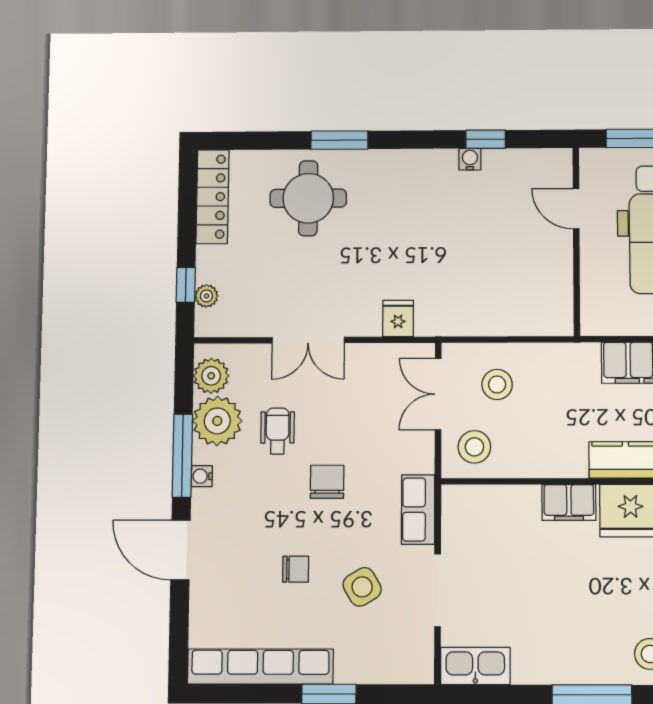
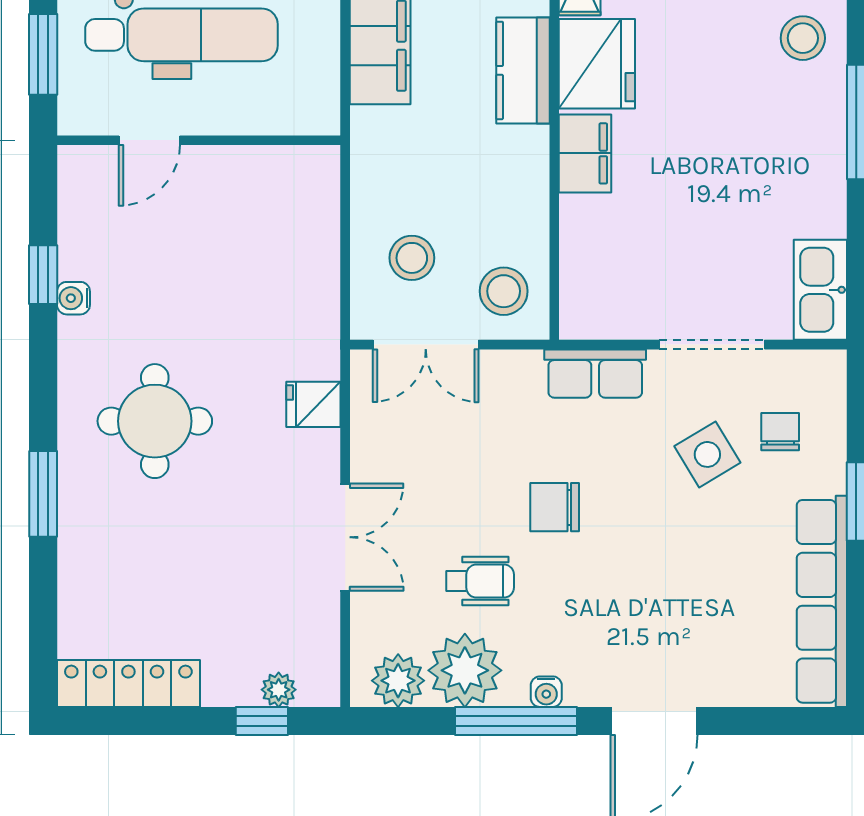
round table: (308, 198) -> (155, 421), moved
wheelchair: (278, 431) -> (480, 581), turned 180
chair: (296, 569) -> (780, 432), moved

